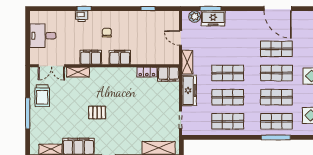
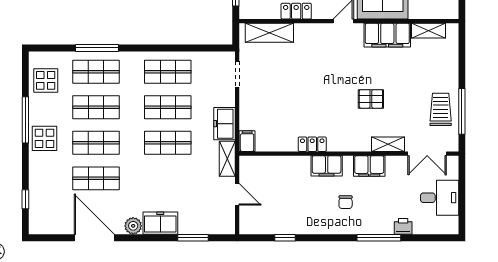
window: (84, 9) -> (379, 238), width x2.17
printer: (82, 16) -> (403, 226), moved
plant: (195, 17) -> (133, 226), moved
freezer: (213, 18) -> (160, 223), moved
double door: (51, 66) -> (427, 154), swing flipped
locker: (147, 72) -> (312, 144), moved
filing cabinet: (168, 74) -> (247, 141), width x0.50
freezer: (189, 90) -> (224, 124), width x0.71
pallet: (97, 112) -> (371, 99), moved
window: (28, 113) -> (462, 111), moved

